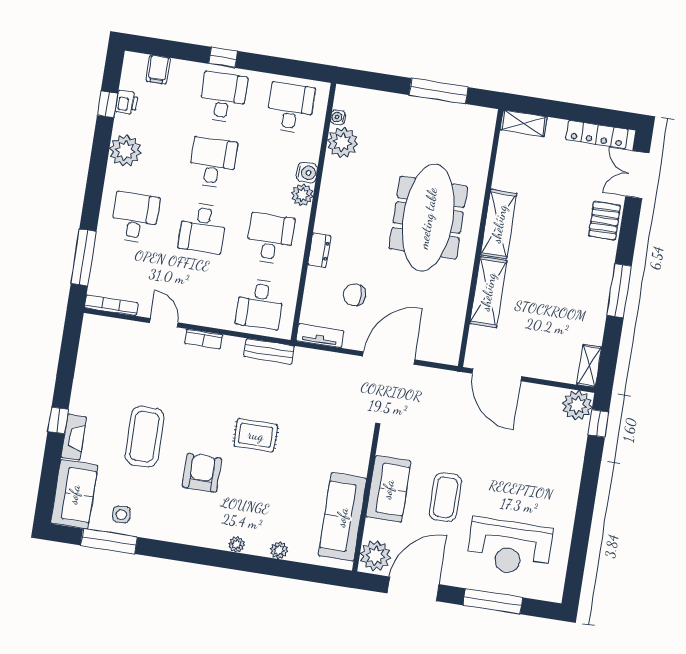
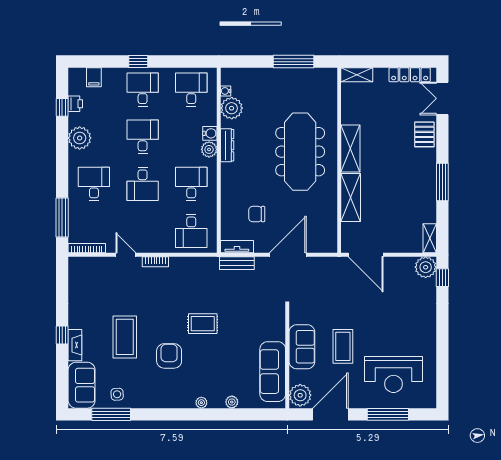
dresser: (319, 250) -> (227, 145), moved, width x1.44
bench: (269, 351) -> (237, 263), moved

